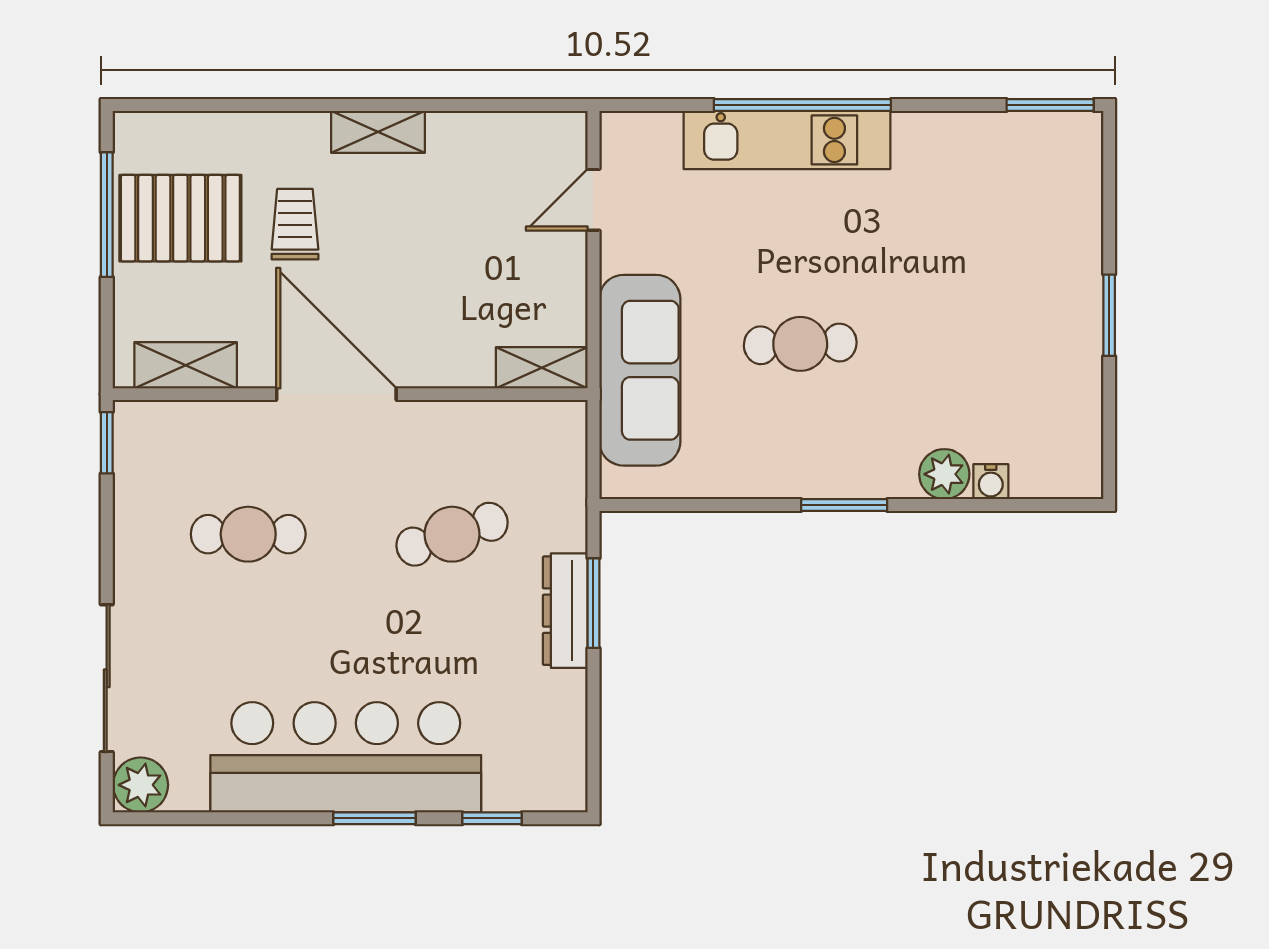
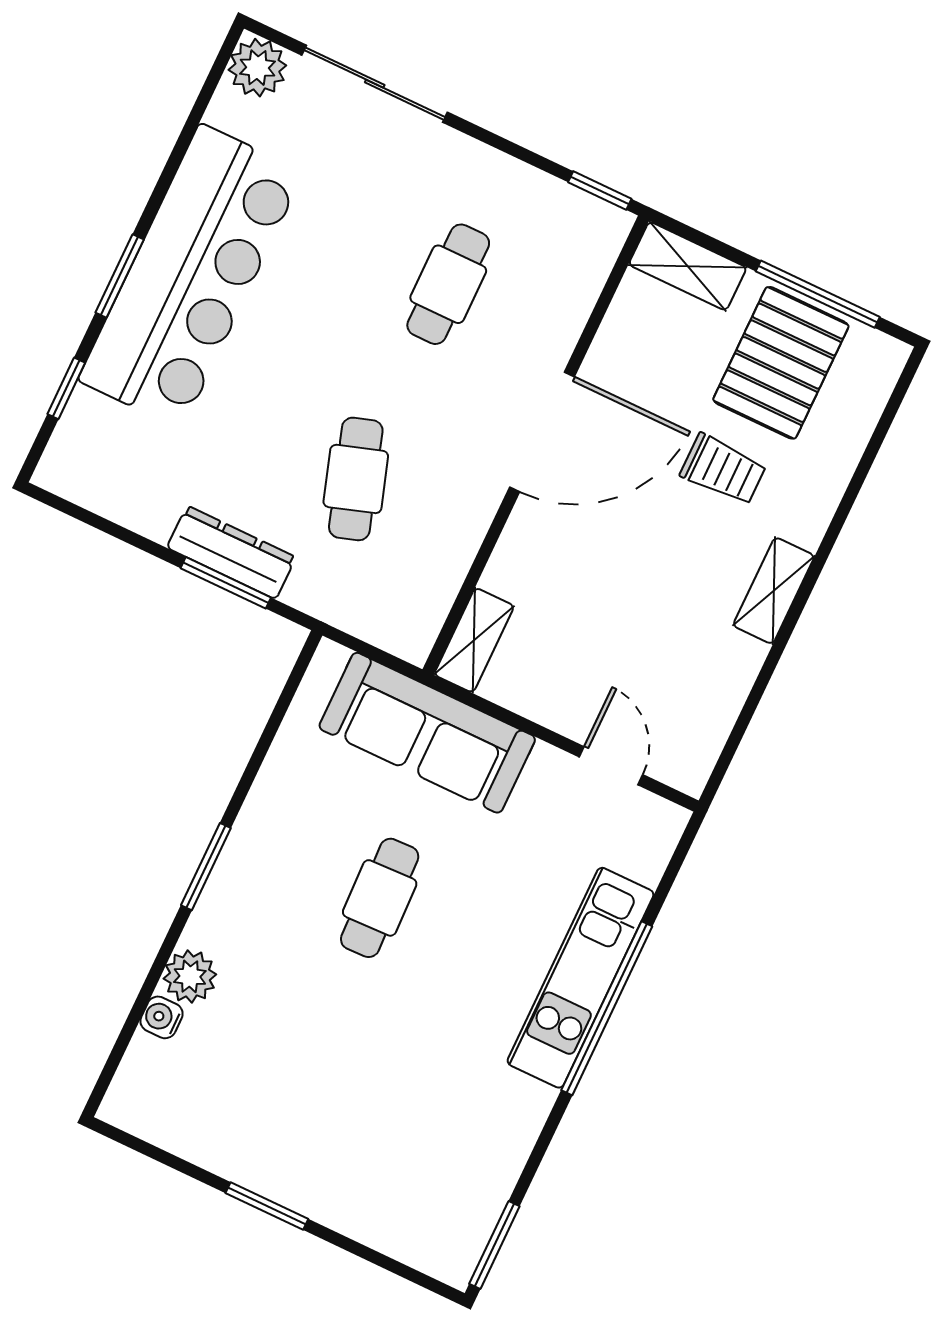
shelving: (186, 365) -> (688, 266), moved, turned 90

